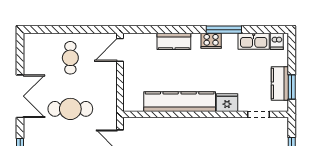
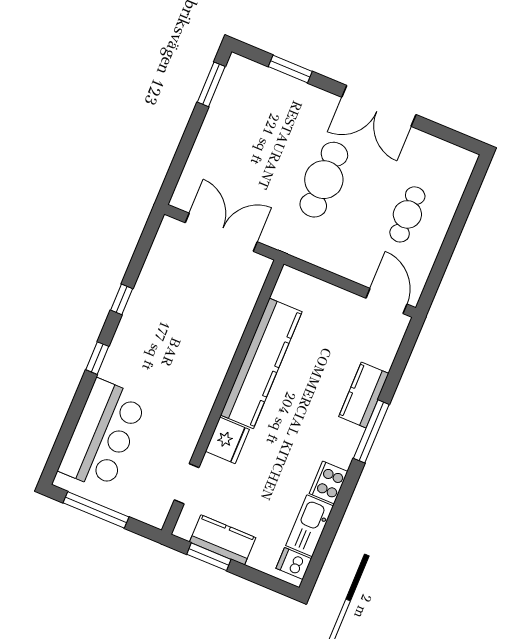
window: (224, 30) -> (371, 431), moved
cooker: (211, 41) -> (329, 483), moved
cafe table: (70, 58) -> (407, 214), turned 90

